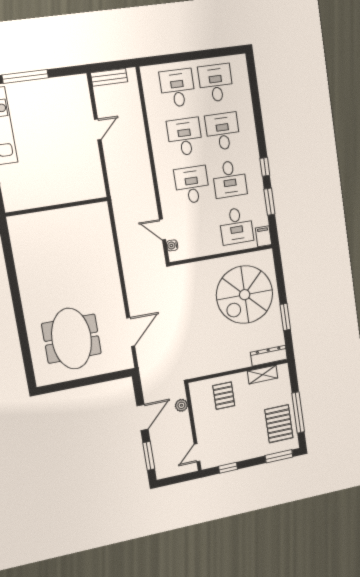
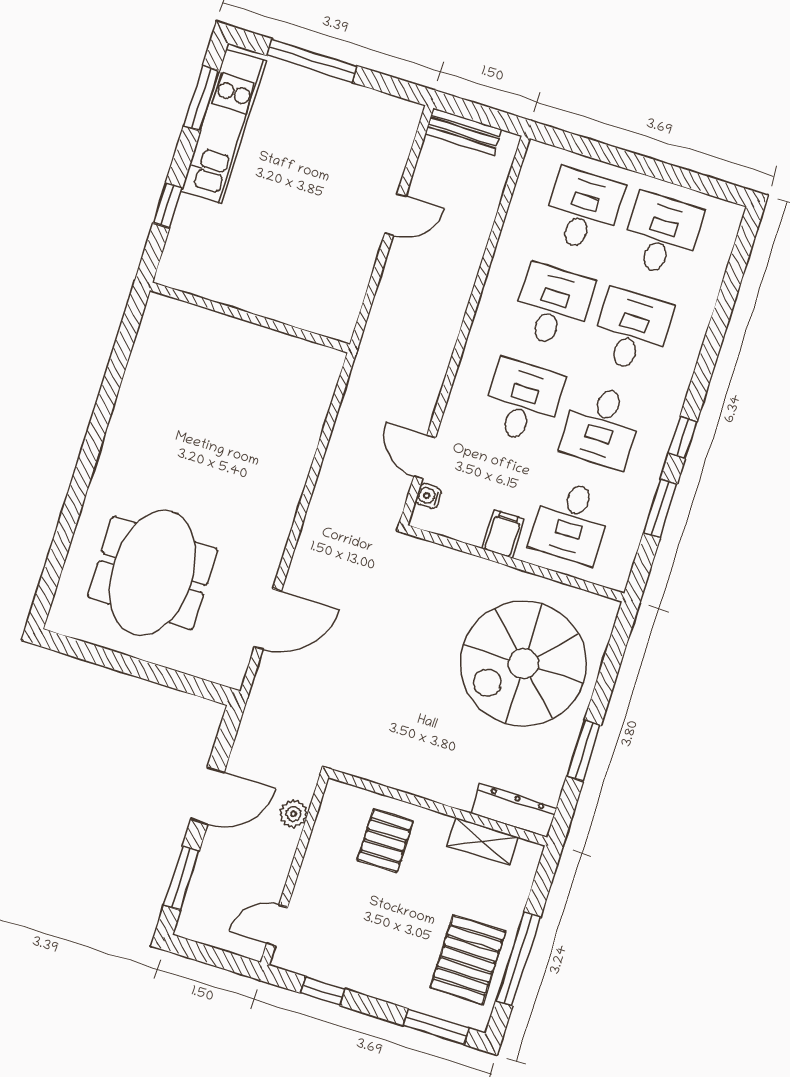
filing cabinet: (263, 236) -> (503, 534), moved

